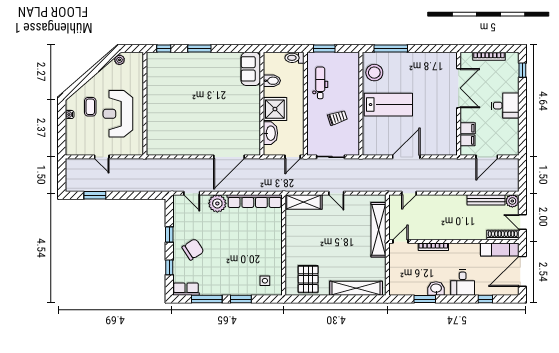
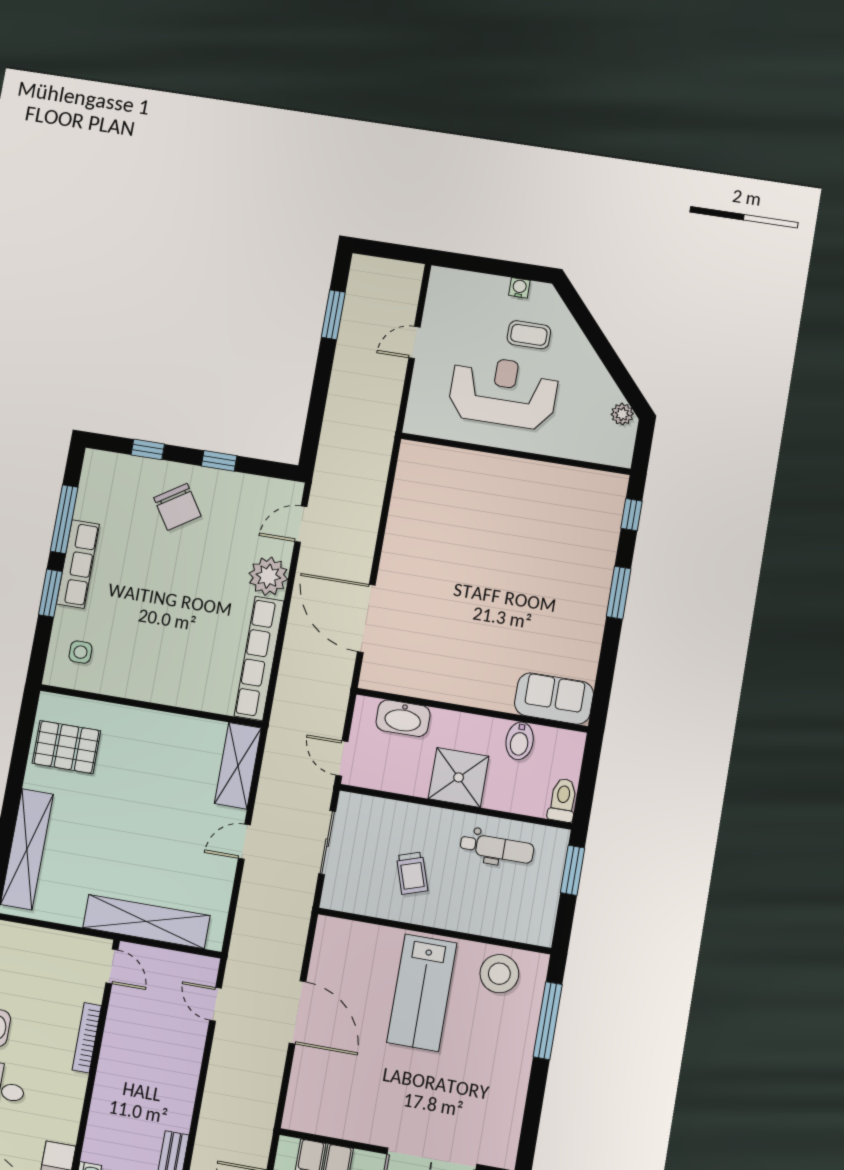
shower: (275, 109) -> (459, 777), moved
row of seats: (186, 289) -> (78, 564), moved, width x1.48

